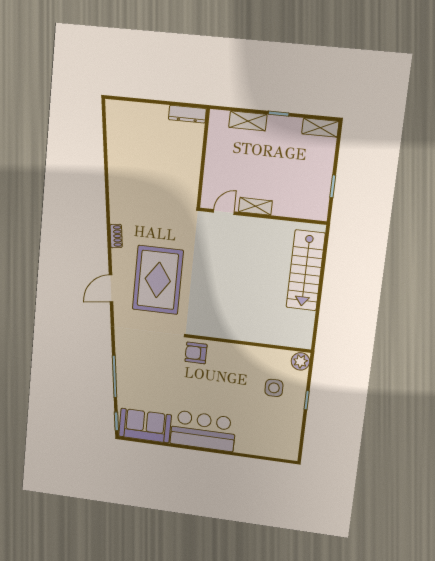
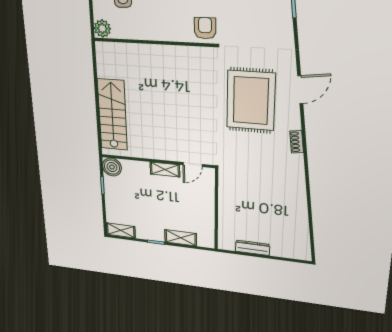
dresser: (187, 114) -> (253, 248), moved
boiler: (317, 209) -> (112, 167), added
armchair: (196, 353) -> (205, 28), turned -90

